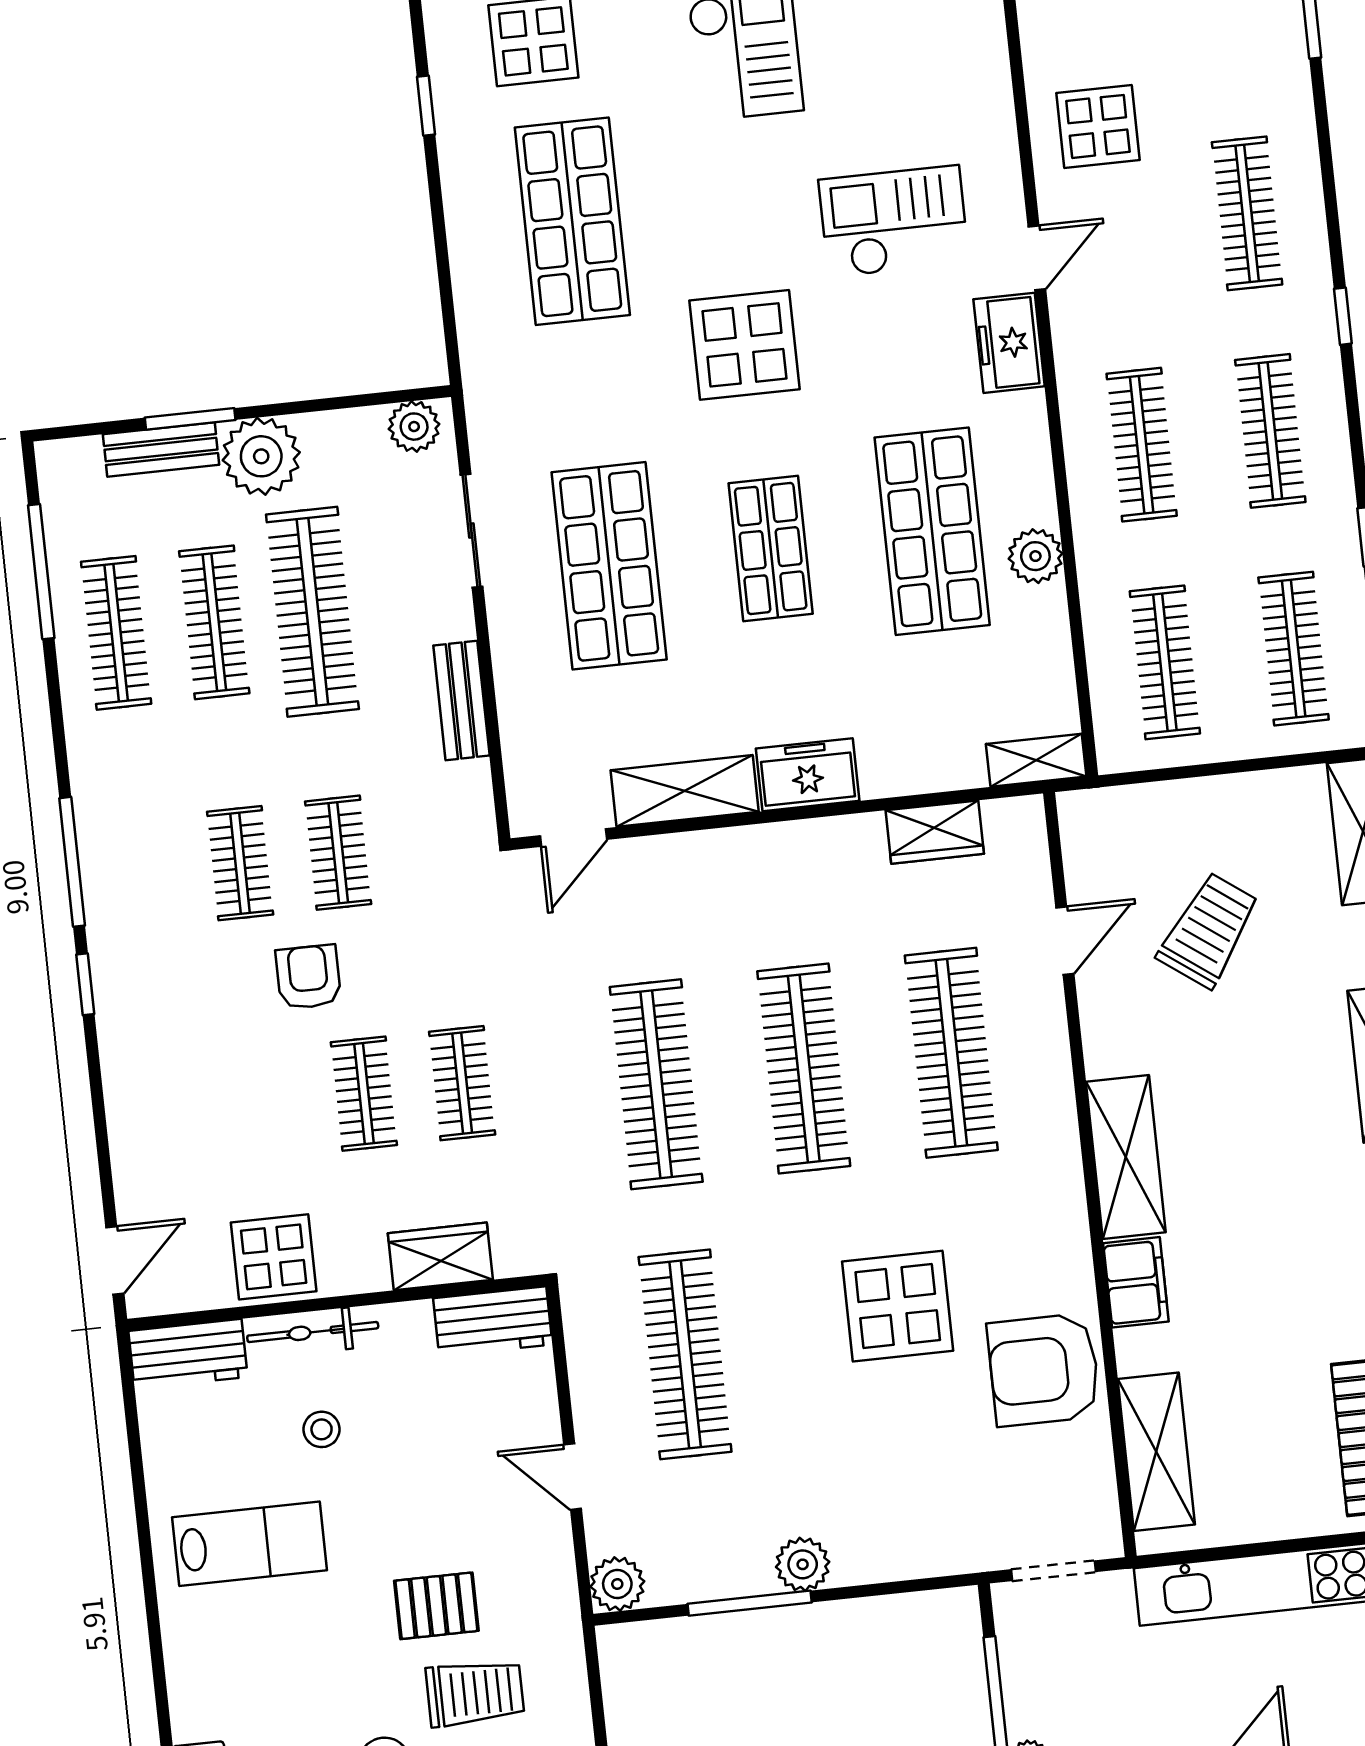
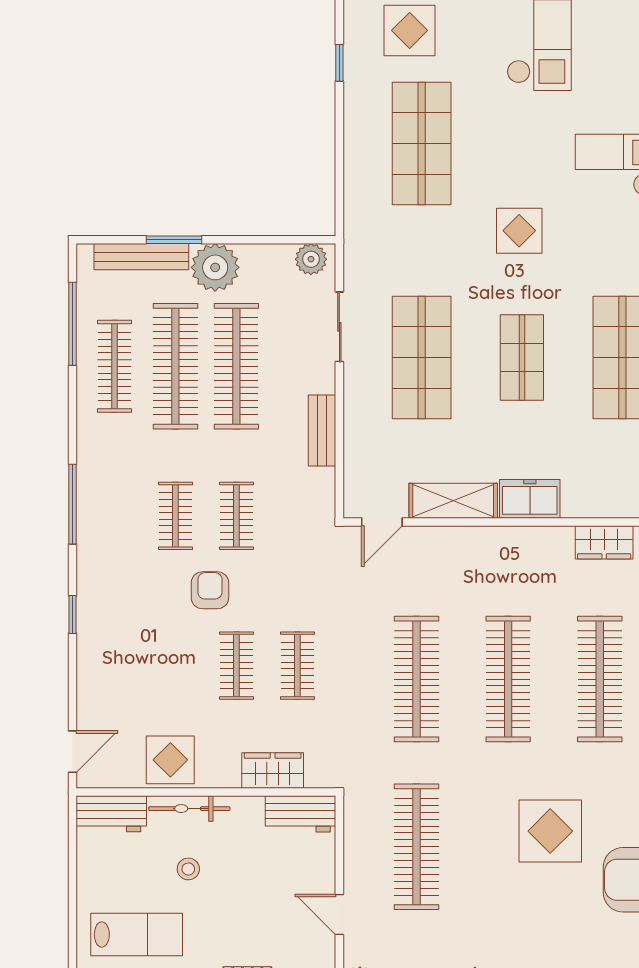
display table: (744, 345) -> (519, 231), width x0.73, depth x0.73
bench: (161, 450) -> (141, 257), width x1.36
clothes rail: (214, 622) -> (175, 366), width x1.37, depth x1.31
window: (85, 984) -> (72, 614), moved

